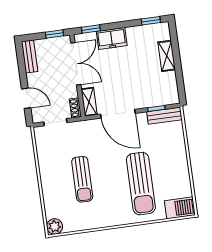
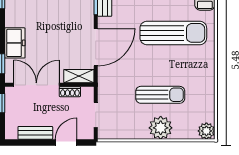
bench: (30, 57) -> (35, 133), moved
shoe rack: (75, 108) -> (70, 92), moved
plant: (52, 184) -> (161, 128), added

